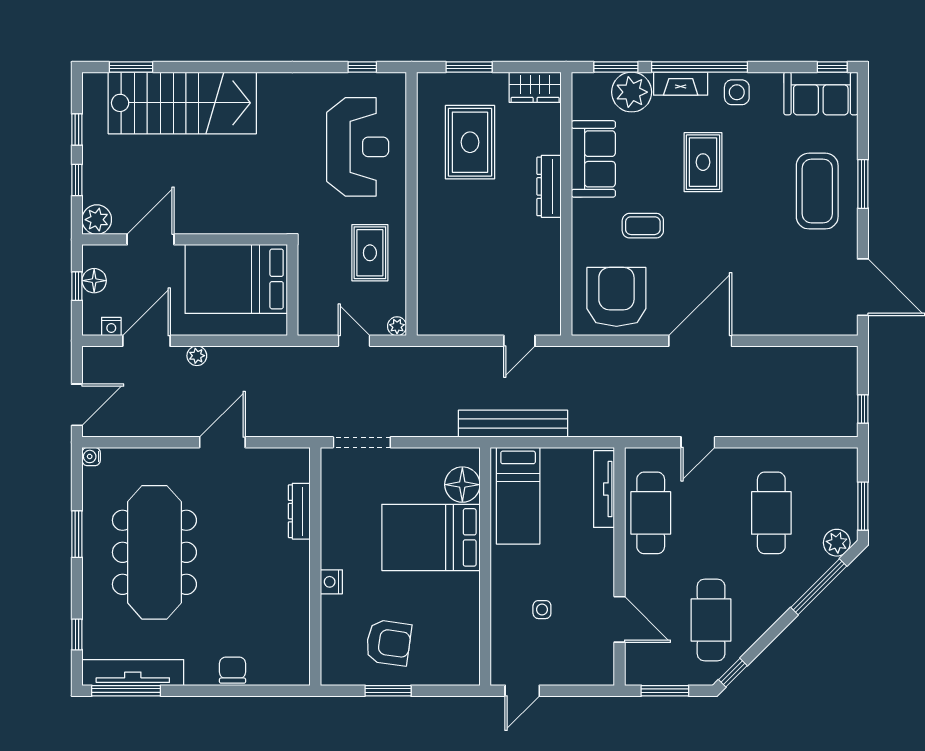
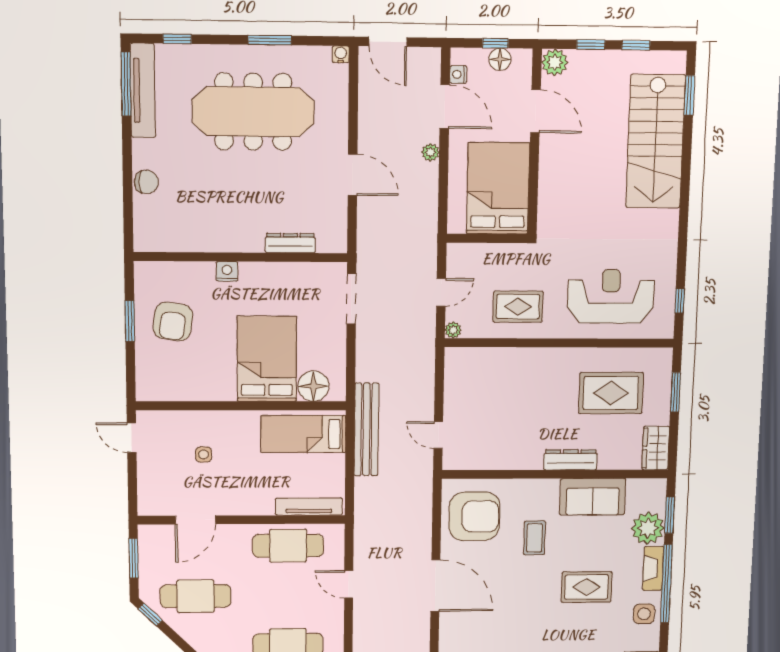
reception desk: (358, 147) -> (611, 296), turned 180

